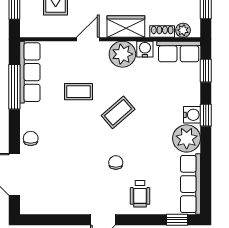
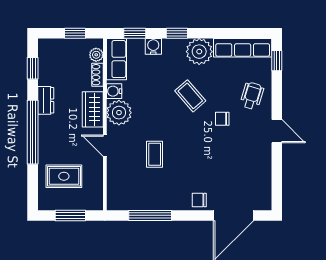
row of seats: (30, 72) -> (136, 201), removed
coffee table: (118, 112) -> (190, 96), moved
water cooler: (192, 115) -> (153, 46), moved
wheelchair: (140, 194) -> (252, 96), turned -73

